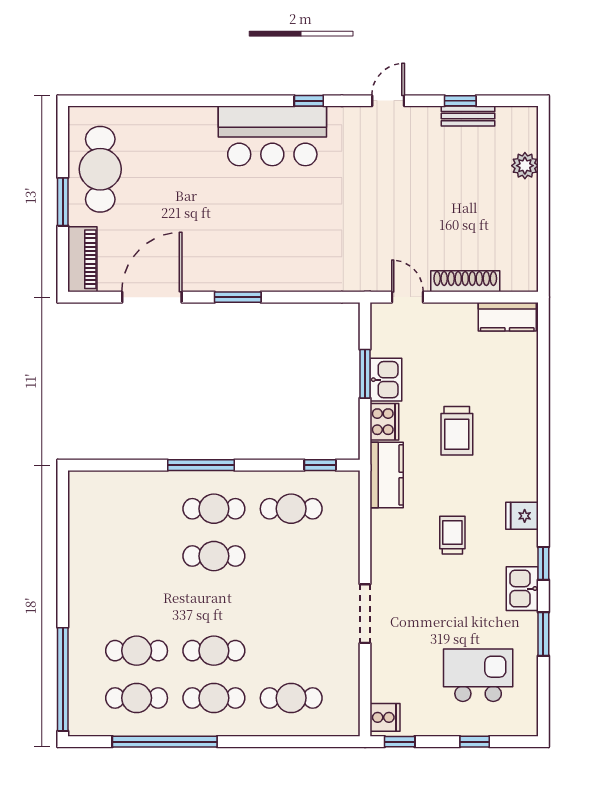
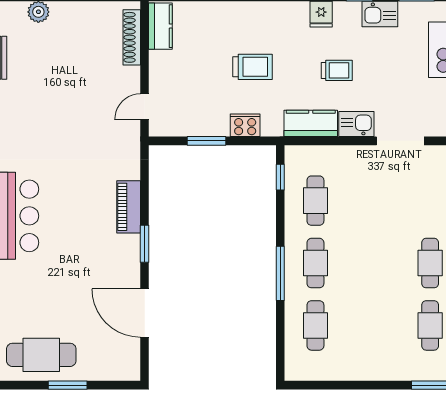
piano: (82, 259) -> (129, 207), moved, turned -90
shoe rack: (465, 281) -> (132, 37), moved
kitchen sink: (386, 380) -> (356, 124), moved
kitchen counter: (387, 475) -> (311, 123), moved
trolley: (452, 535) -> (337, 70), turned 180
cafe table: (214, 556) -> (315, 325), moved

